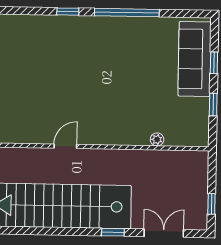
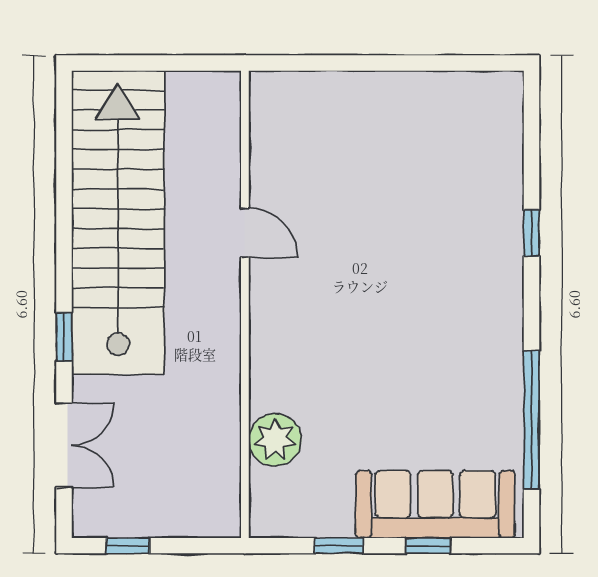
window: (127, 13) -> (532, 420), moved
plant: (157, 139) -> (275, 440), width x1.87, depth x1.87

